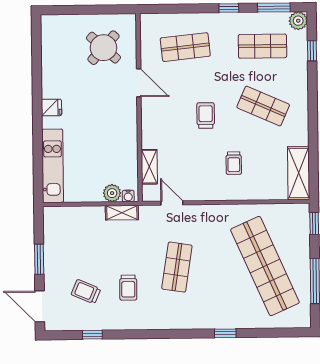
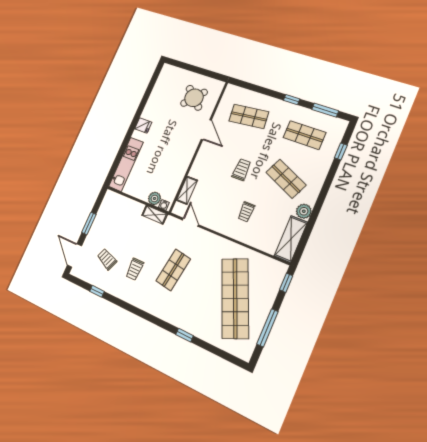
plant: (298, 21) -> (304, 211), moved

